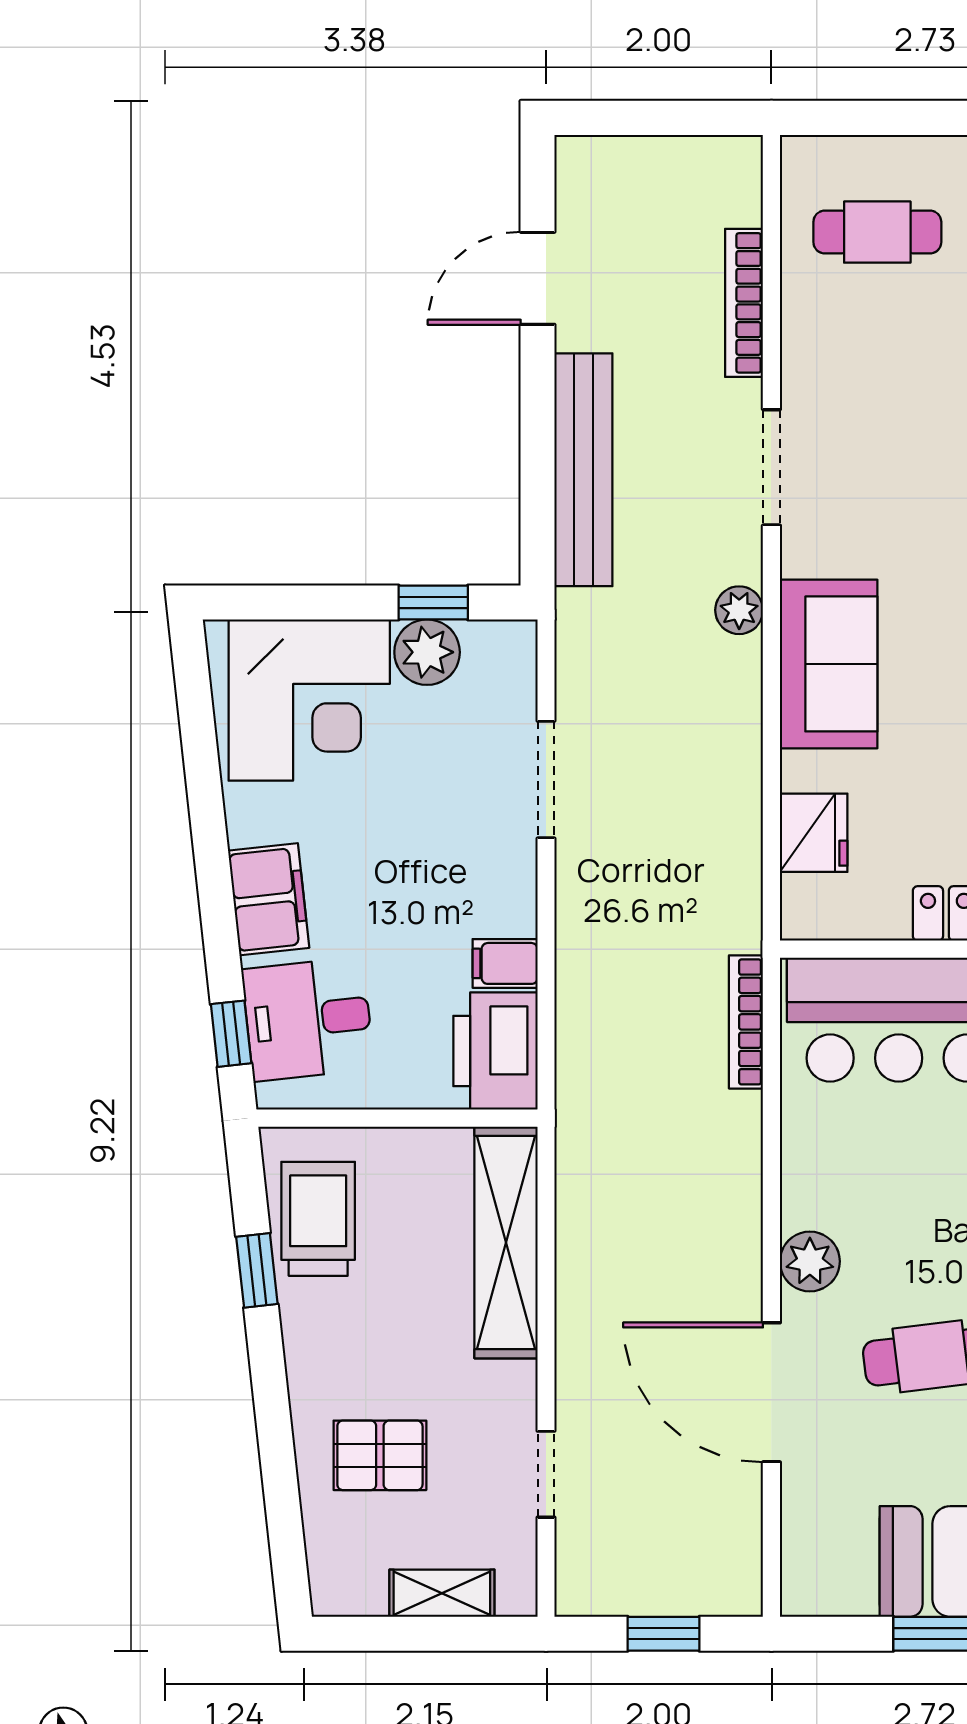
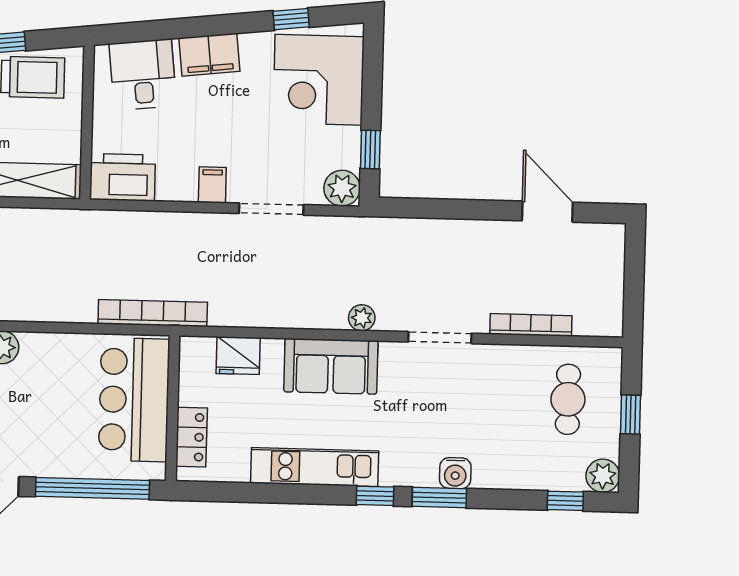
window: (902, 118) -> (630, 415), added
bench: (583, 470) -> (441, 234), removed
plant: (427, 652) -> (342, 188), moved
filing cabinet: (505, 963) -> (212, 185), moved
bookcase: (746, 1022) -> (153, 313), width x1.48, depth x1.31
window: (231, 1034) -> (291, 19), moved

